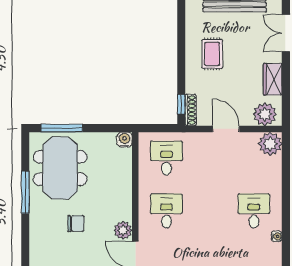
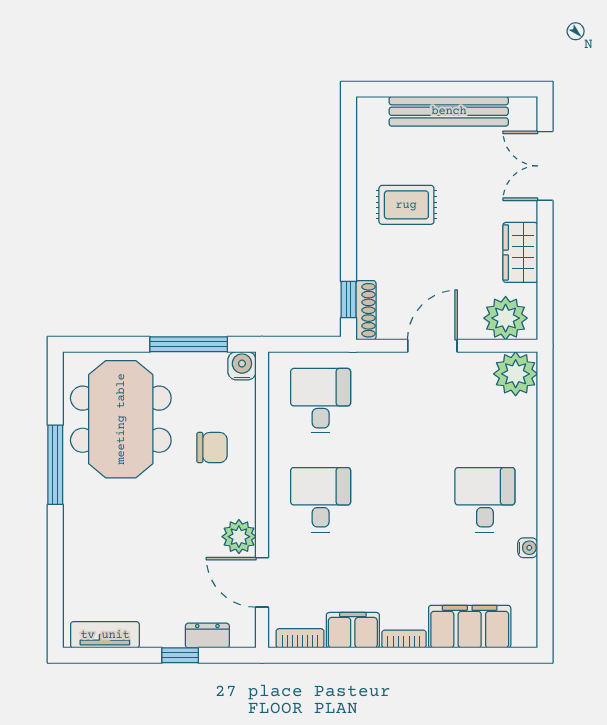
rug: (212, 54) -> (406, 205), turned 90
window: (62, 128) -> (189, 344), moved
door: (226, 129) -> (432, 346), hinge flipped
chair: (76, 224) -> (212, 448), moved

